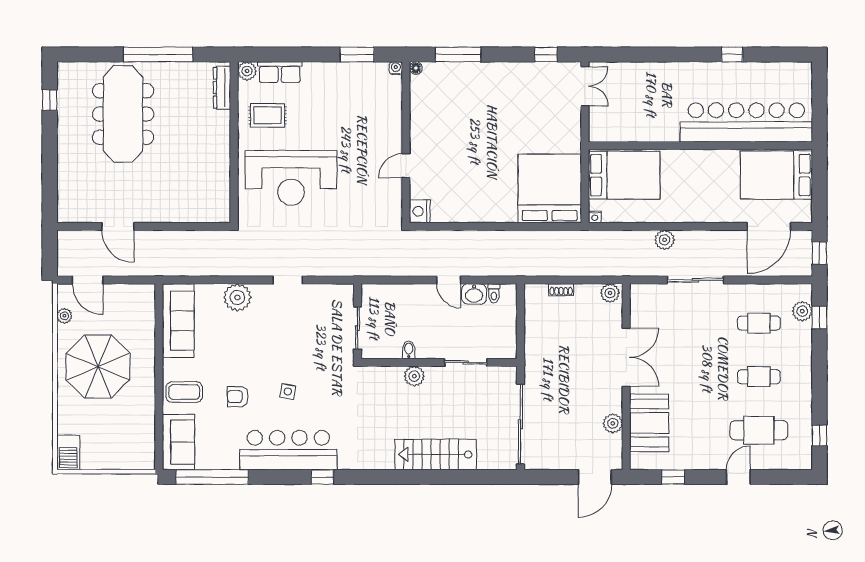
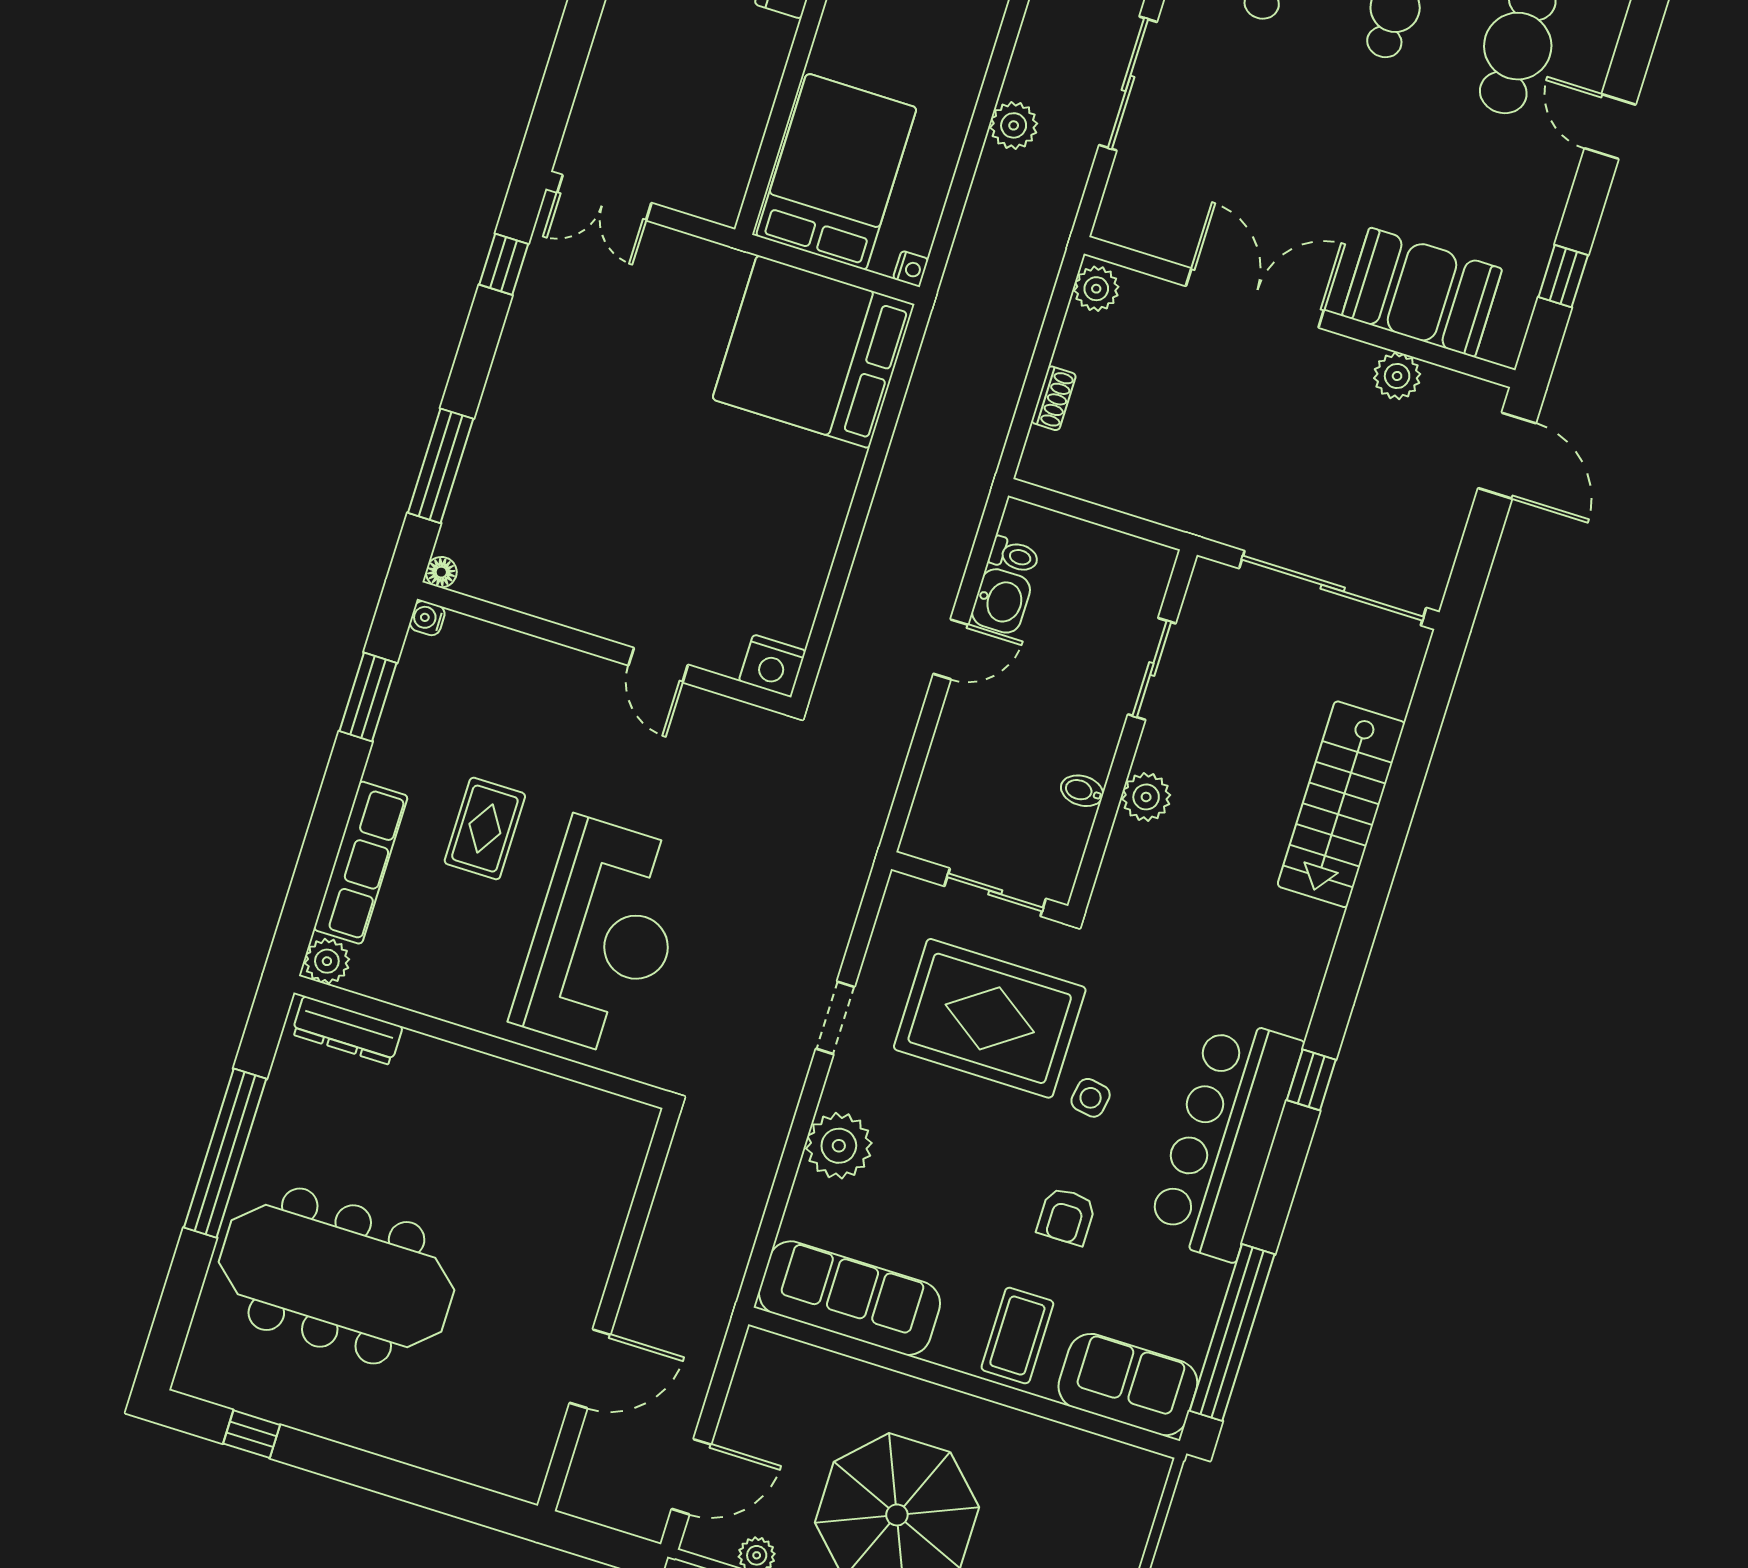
row of seats: (280, 72) -> (361, 863), width x1.48
double door: (585, 86) -> (604, 198), swing flipped
rug: (268, 115) -> (485, 829), moved
rug: (307, 342) -> (990, 1018), added

